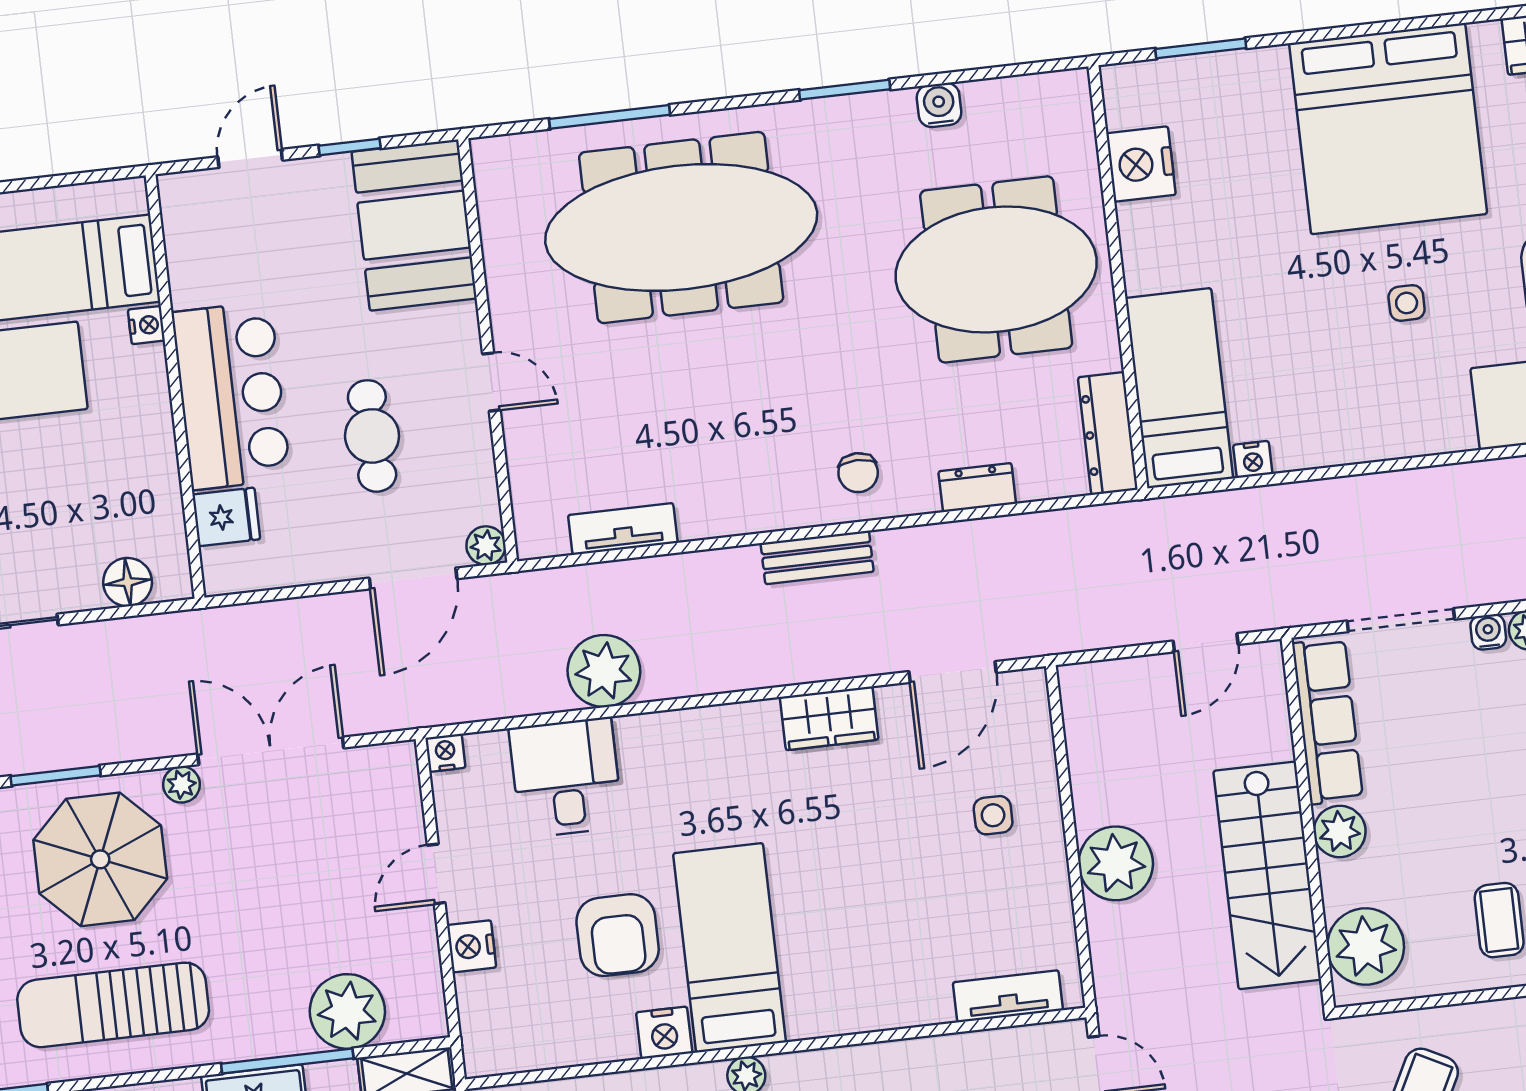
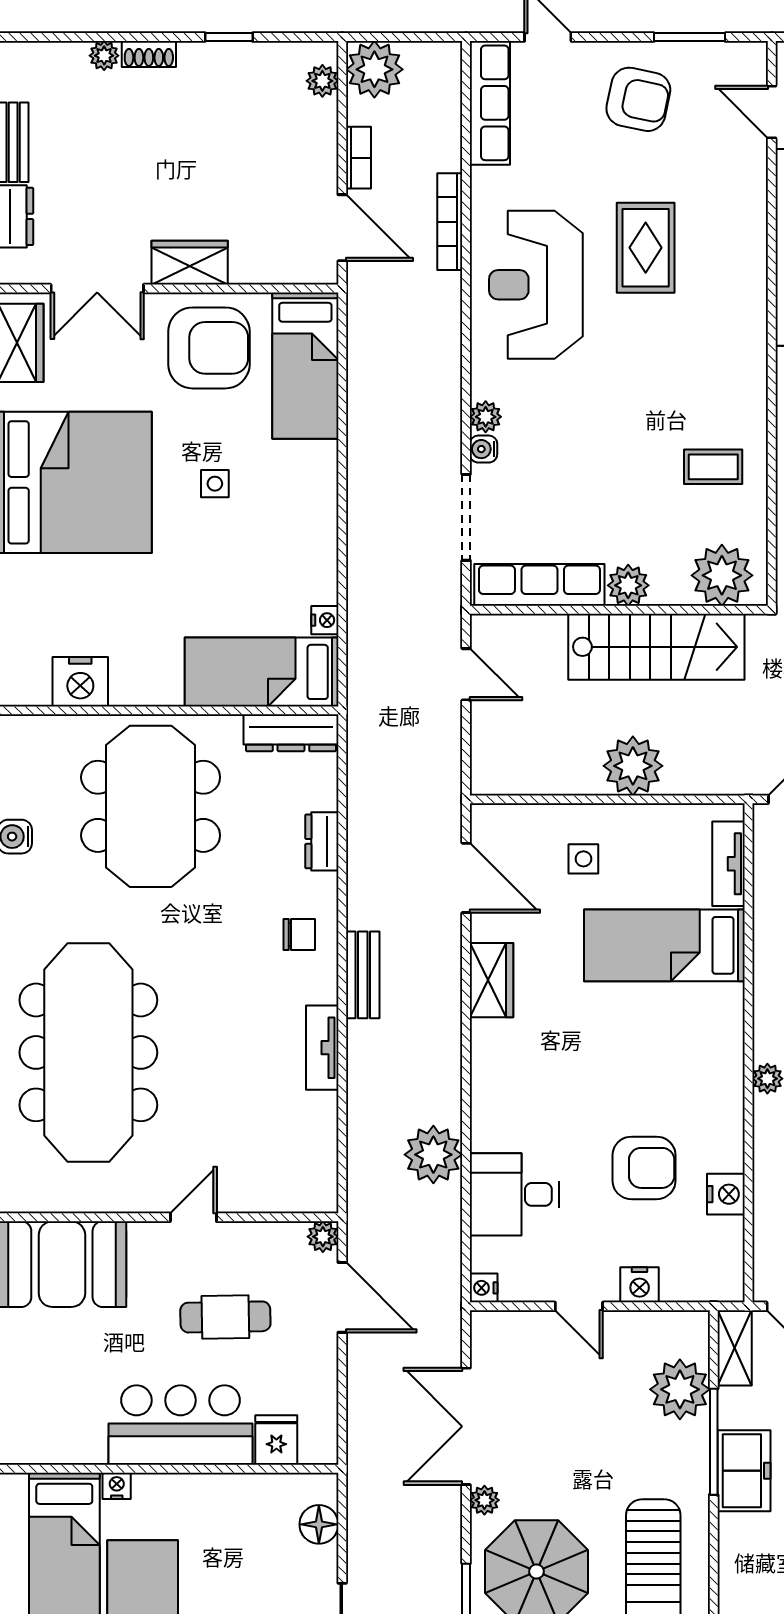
tv unit: (623, 529) -> (322, 1048), moved
bed: (730, 948) -> (664, 945), moved
nightstand: (664, 1033) -> (726, 1194), moved

